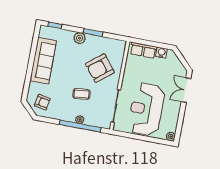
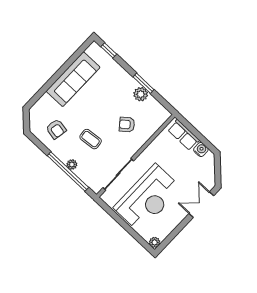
plant: (80, 38) -> (141, 94), moved
armchair: (100, 68) -> (127, 125), width x0.53, depth x0.53
armchair: (42, 102) -> (56, 129), moved
reception desk: (146, 109) -> (148, 198), turned 180

